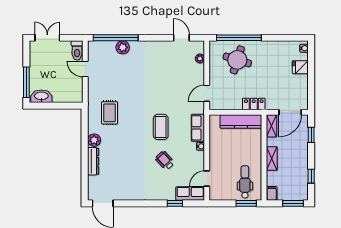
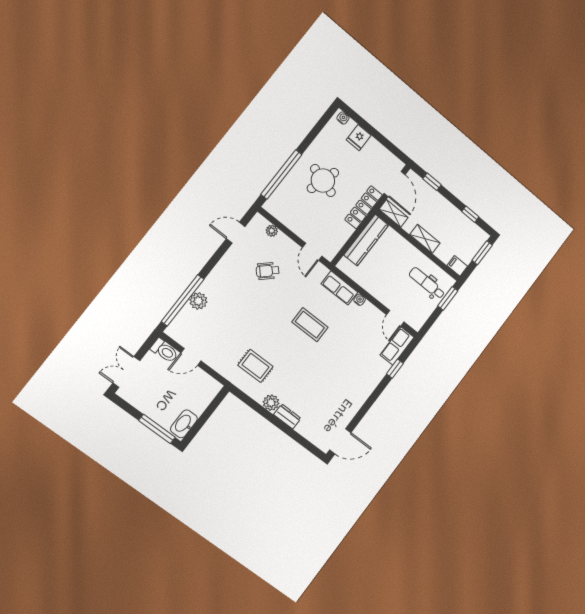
round table: (237, 60) -> (323, 181), moved
locker: (254, 104) -> (364, 207), width x1.53
wheelchair: (165, 160) -> (268, 271), moved
dresser: (93, 161) -> (287, 416), width x0.70

